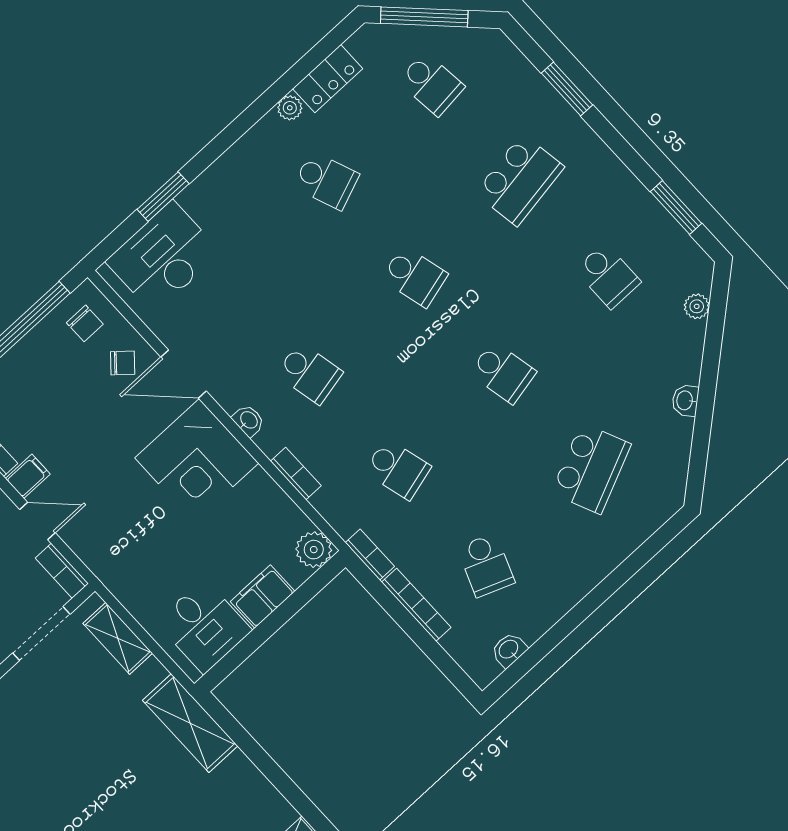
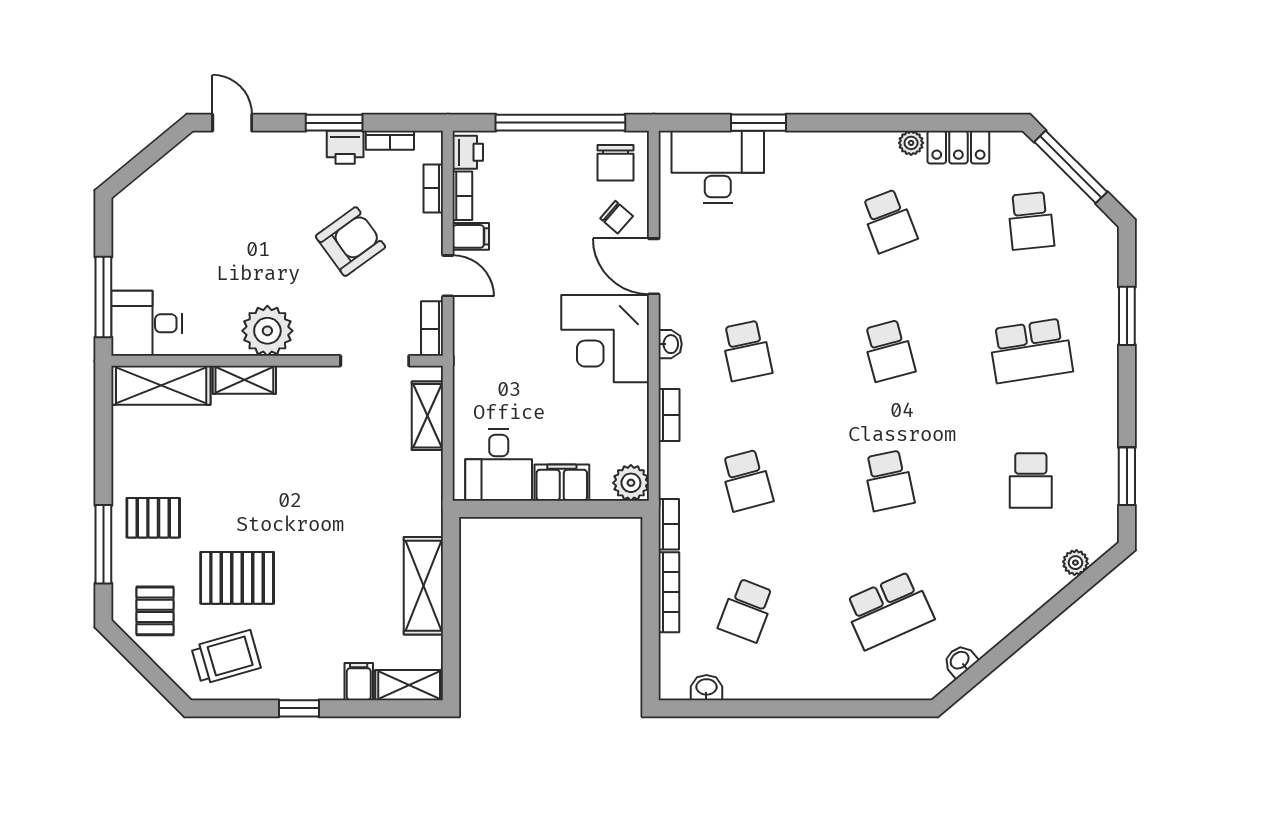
chair: (85, 323) -> (616, 163), width x1.37, depth x1.37
washbasin: (685, 400) -> (960, 661), moved
shelving: (190, 723) -> (423, 586), moved

